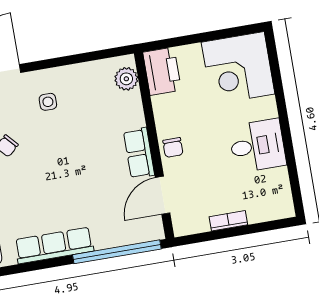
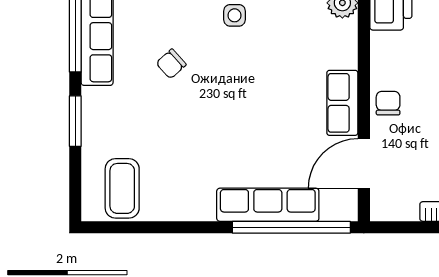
chair: (173, 147) -> (388, 103), turned 180
row of seats: (54, 245) -> (268, 205), moved

